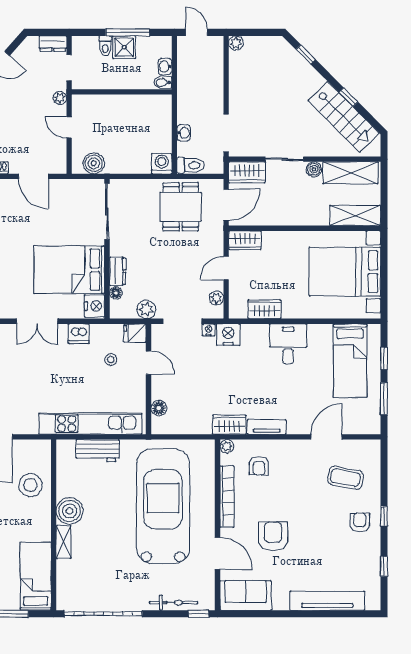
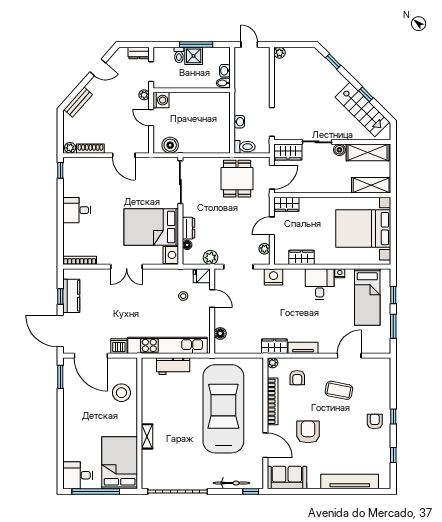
washing machine: (162, 164) -> (161, 100), moved, turned 90
nightstand: (209, 330) -> (340, 273), moved
dishwasher: (79, 334) -> (119, 346), moved, turned 180
coffee table: (345, 478) -> (339, 390), moved
boiler: (70, 511) -> (152, 413), removed
bed: (36, 576) -> (120, 463), width x1.50

